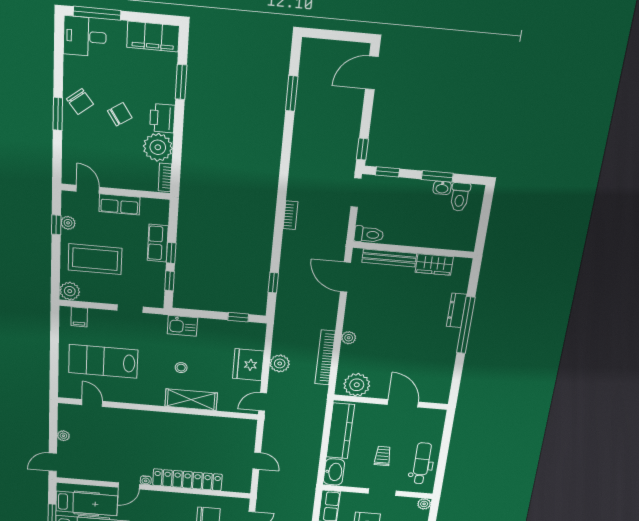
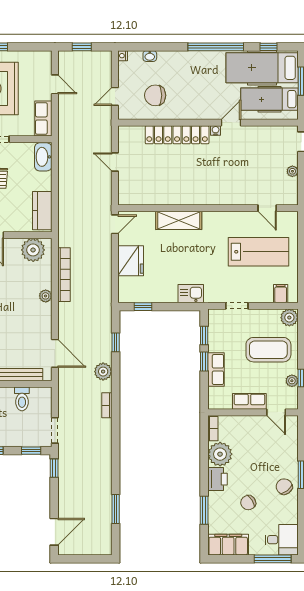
chair: (120, 114) -> (248, 503), moved
toilet: (369, 235) -> (22, 399), moved, turned -90
plant: (280, 363) -> (103, 372), moved
stool: (181, 368) -> (190, 252), removed
kitchen counter: (340, 431) -> (42, 211), width x0.67

